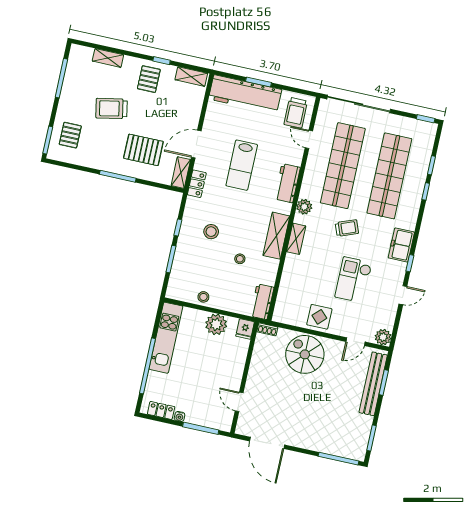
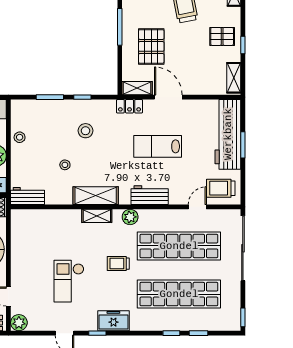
trolley: (347, 228) -> (118, 264), turned 111
checkout: (354, 280) -> (69, 281), turned -90
display table: (319, 317) -> (25, 256), removed

